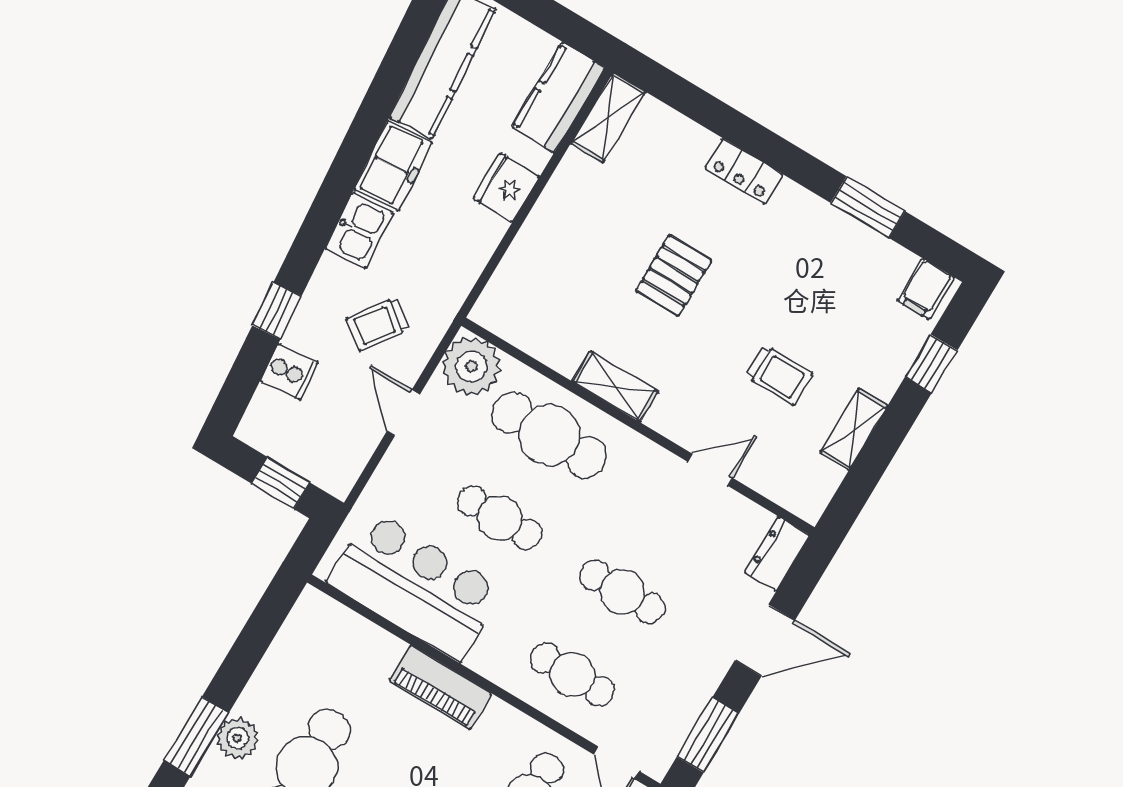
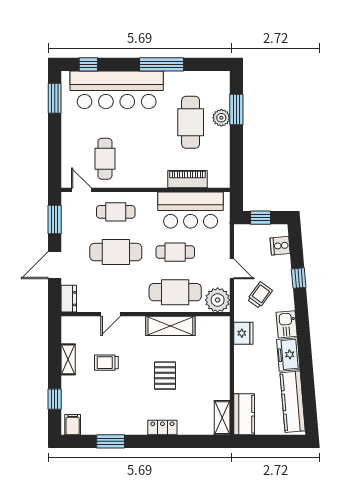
fridge: (506, 188) -> (243, 333), moved
cooker: (289, 372) -> (280, 246), moved
shelving: (615, 387) -> (170, 326), width x1.50, depth x1.33
cafe table: (622, 592) -> (116, 252), width x1.37, depth x1.35
piano: (440, 687) -> (187, 179), moved

